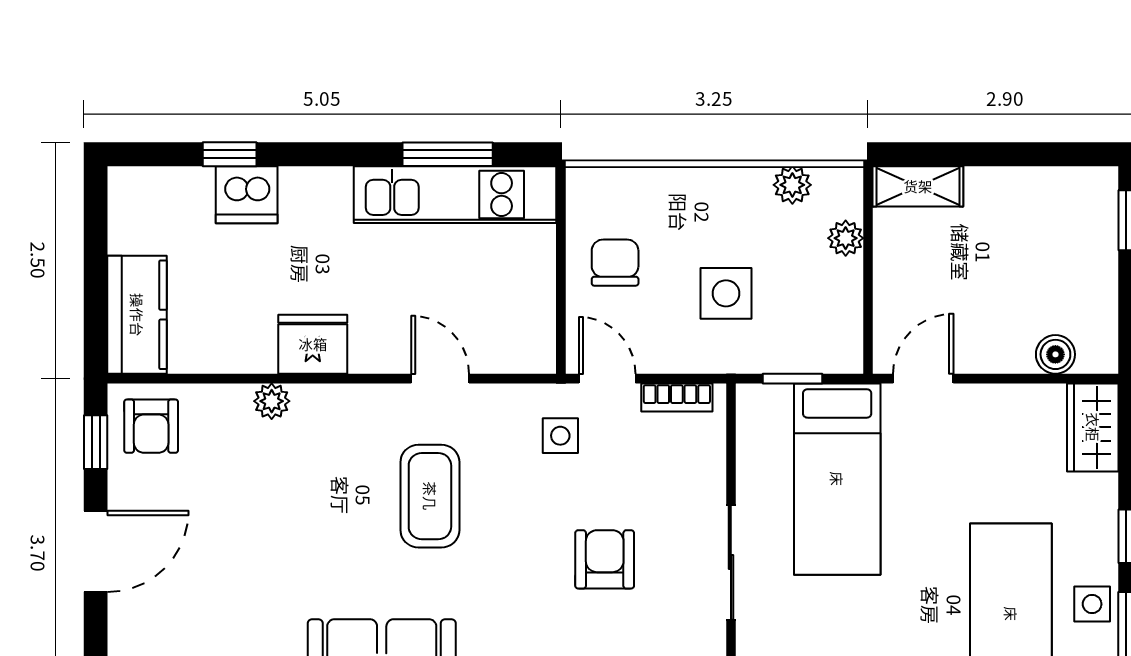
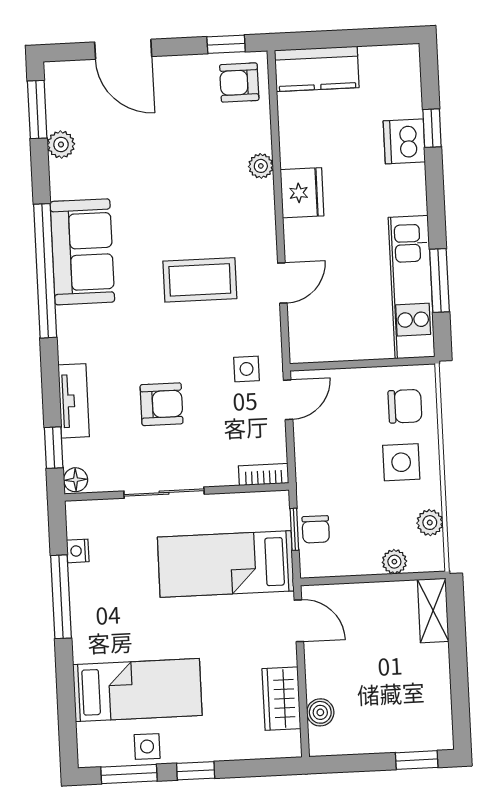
chair: (615, 263) -> (405, 406), moved
side table: (726, 293) -> (401, 462), moved
chair: (794, 348) -> (316, 529), added
bookcase: (677, 397) -> (264, 474), moved, turned 90
wardrobe: (1093, 427) -> (281, 699), moved, turned -90
door: (96, 551) -> (123, 49), moved

